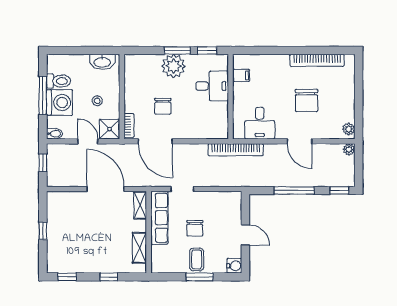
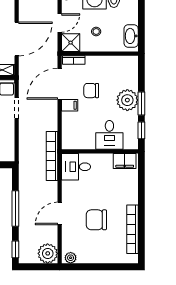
filing cabinet: (241, 75) -> (125, 161), width x2.00
desk: (260, 123) -> (76, 167), moved
filing cabinet: (179, 130) -> (70, 105), added
plant: (349, 149) -> (48, 253), width x1.88, depth x1.88

